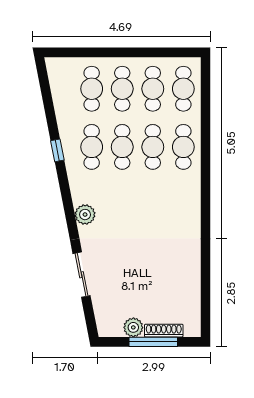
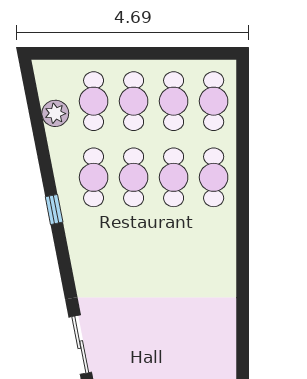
window: (57, 150) -> (54, 209), moved
plant: (85, 215) -> (55, 113), moved

